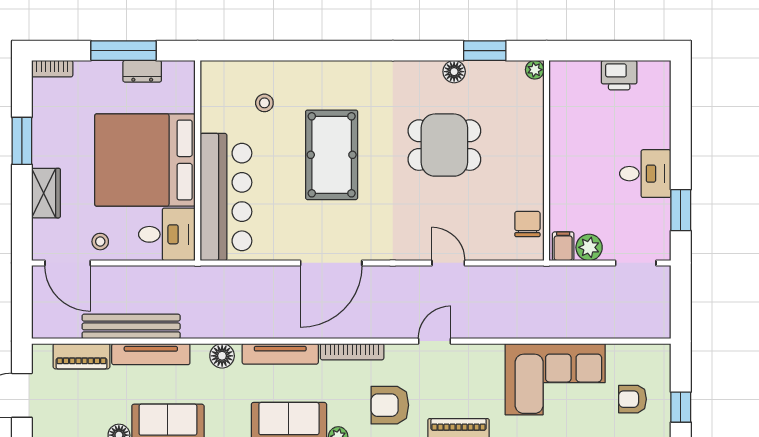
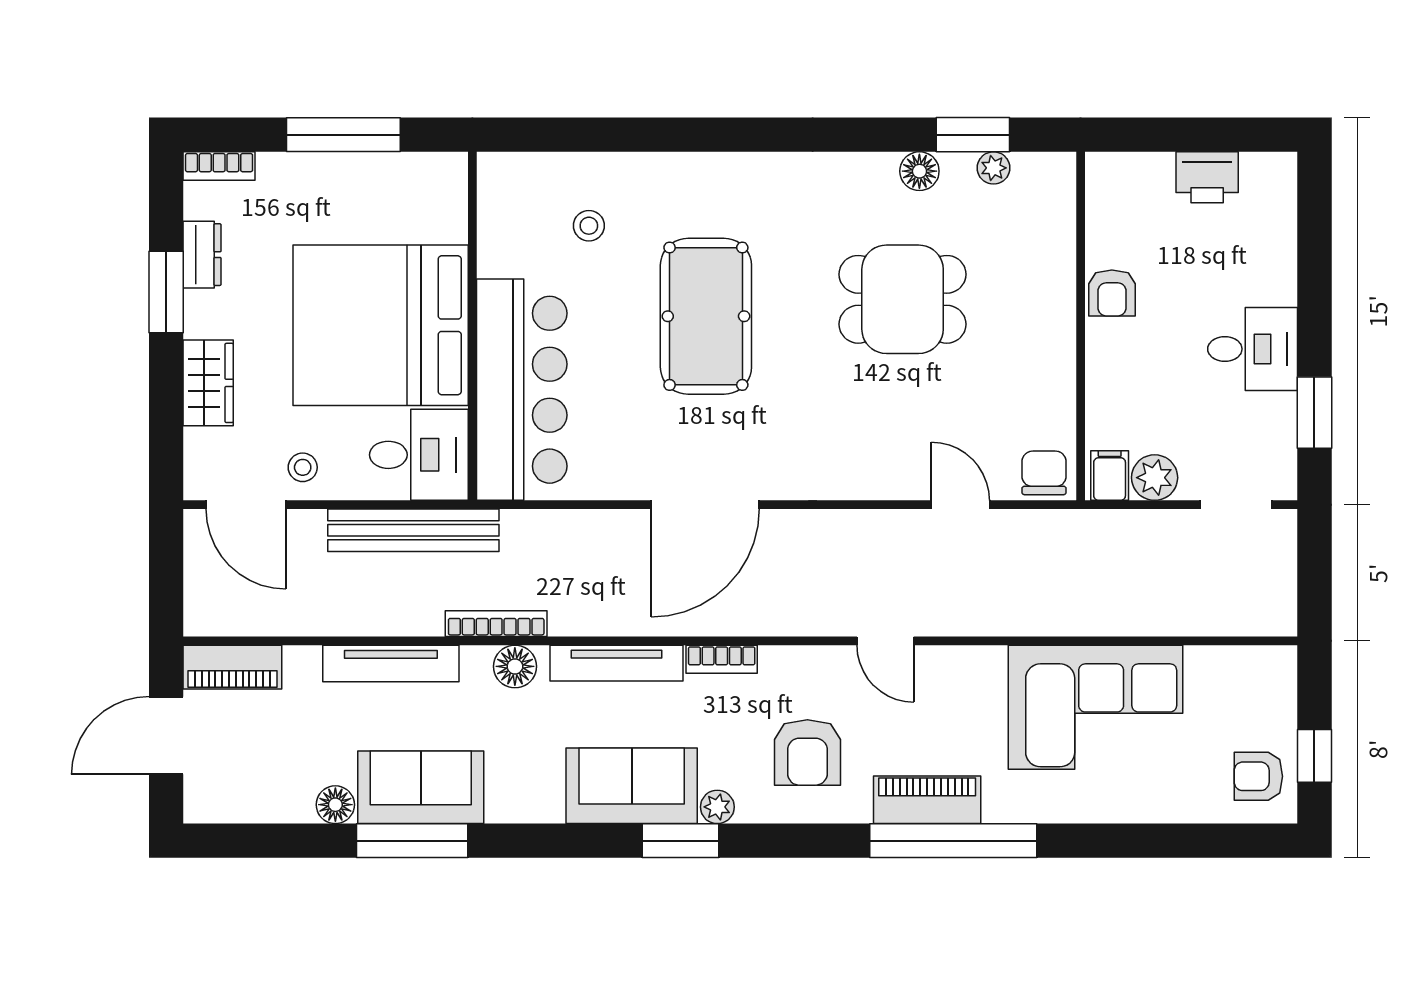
plant: (535, 70) -> (993, 168), moved
dresser: (142, 71) -> (202, 255), moved, turned -90
armchair: (565, 141) -> (1112, 293), added
chair: (527, 224) -> (1044, 473), moved
door: (448, 263) -> (960, 505), moved
bench: (131, 326) -> (413, 530), moved
bookcase: (211, 331) -> (496, 624), added
door: (435, 341) -> (885, 641), swing flipped
bookcase: (352, 352) -> (722, 659), width x0.64
piano: (82, 356) -> (232, 667), moved
armchair: (632, 399) -> (1258, 776), moved
armchair: (390, 405) -> (807, 752), turned -90

